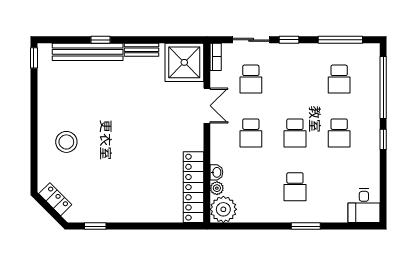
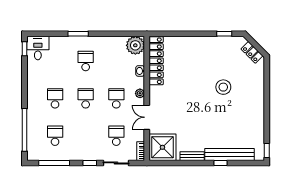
window: (383, 139) -> (24, 49), moved
stool: (66, 142) -> (223, 87), moved
plant: (217, 188) -> (140, 93), moved

